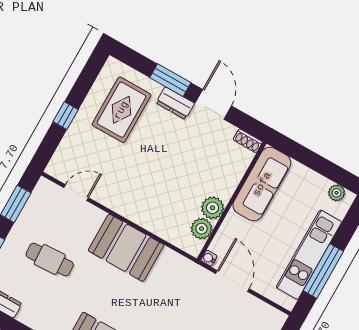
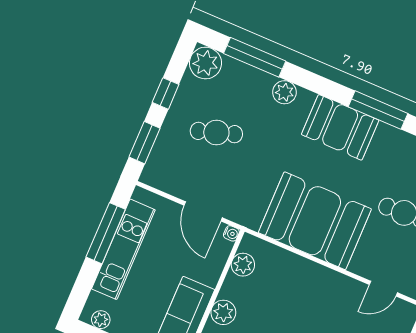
plant: (213, 208) -> (223, 312), moved
booth: (126, 248) -> (315, 221), width x1.36, depth x1.42

